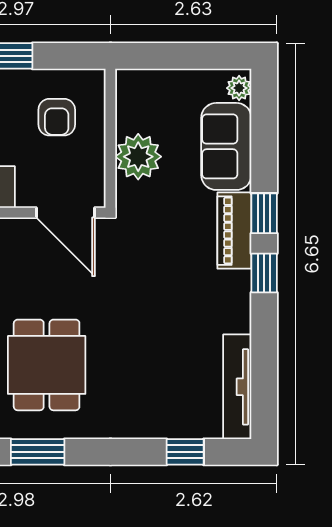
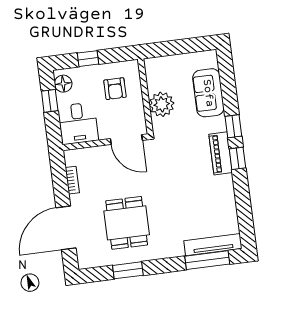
plant: (239, 88) -> (211, 60), removed
piano: (234, 231) -> (221, 153), moved
tv unit: (237, 387) -> (213, 245), moved, turned 90
window: (185, 452) -> (207, 260), width x2.17

